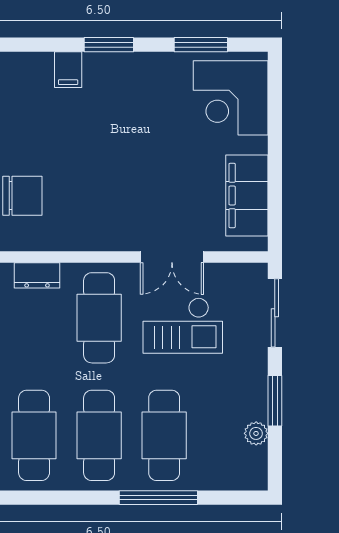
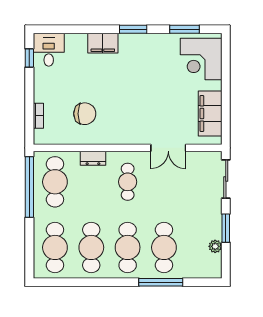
filing cabinet: (68, 70) -> (103, 43), width x2.00
cafe table: (99, 318) -> (128, 182), width x0.73, depth x0.74
checkout: (183, 326) -> (174, 186), removed

